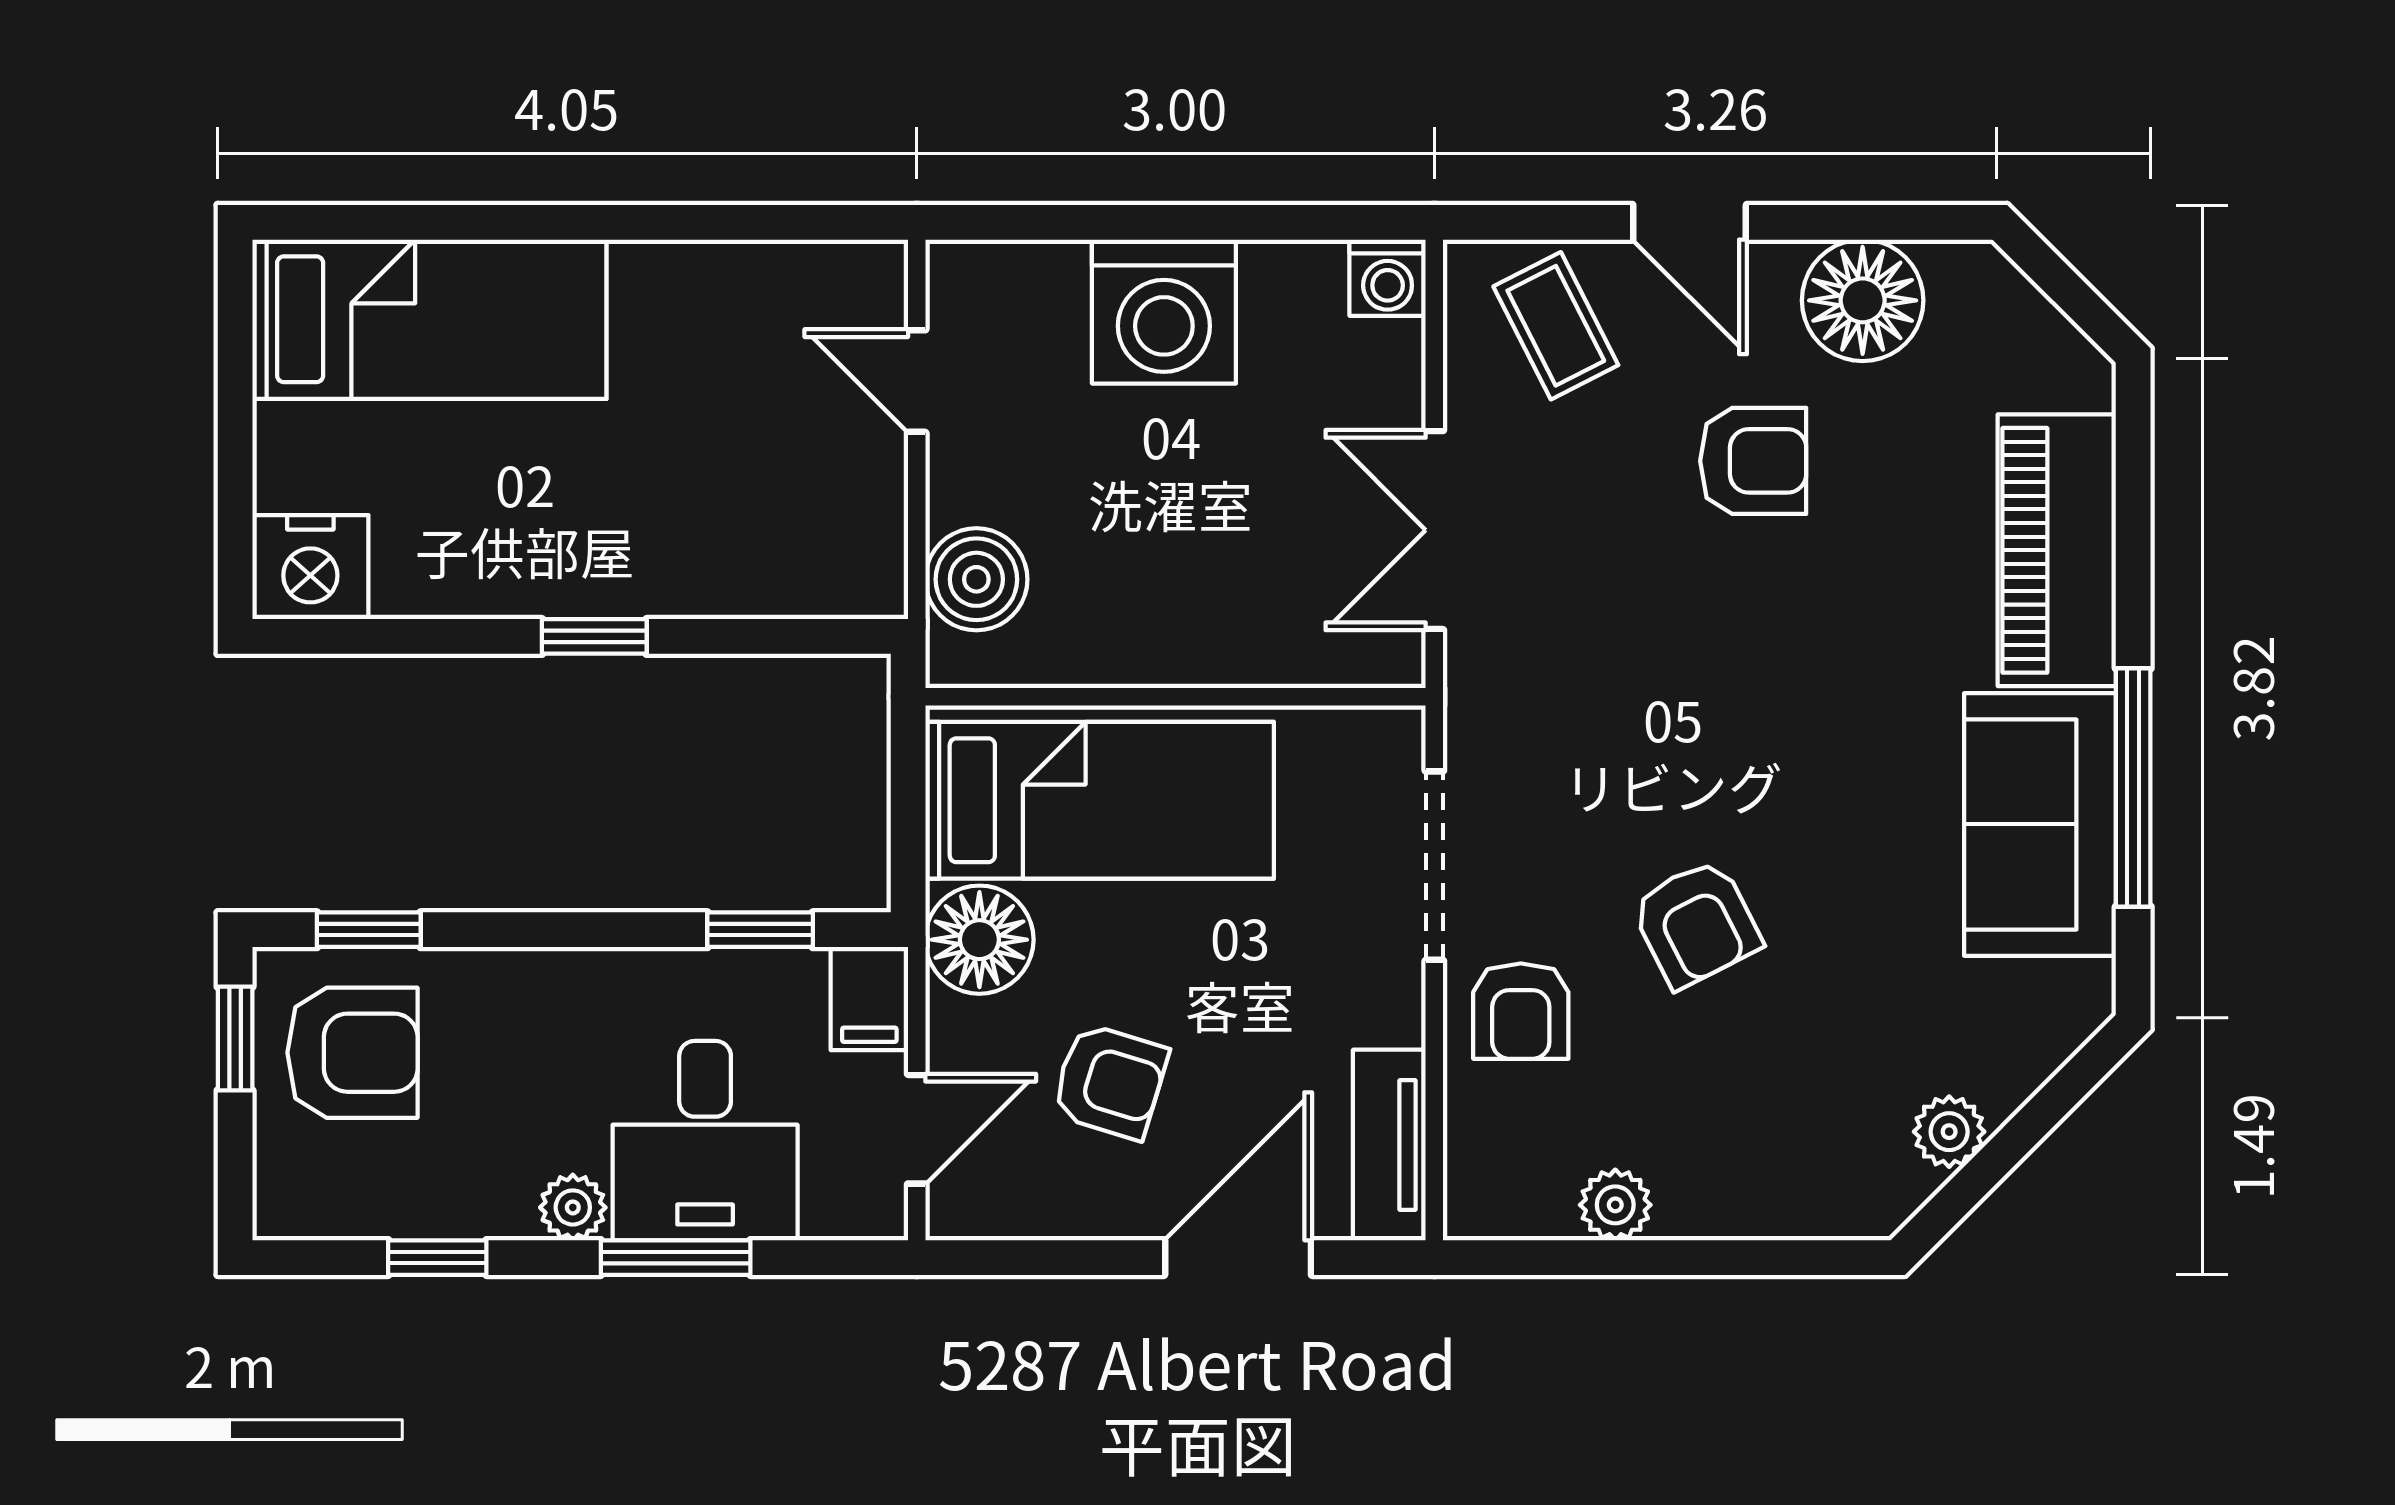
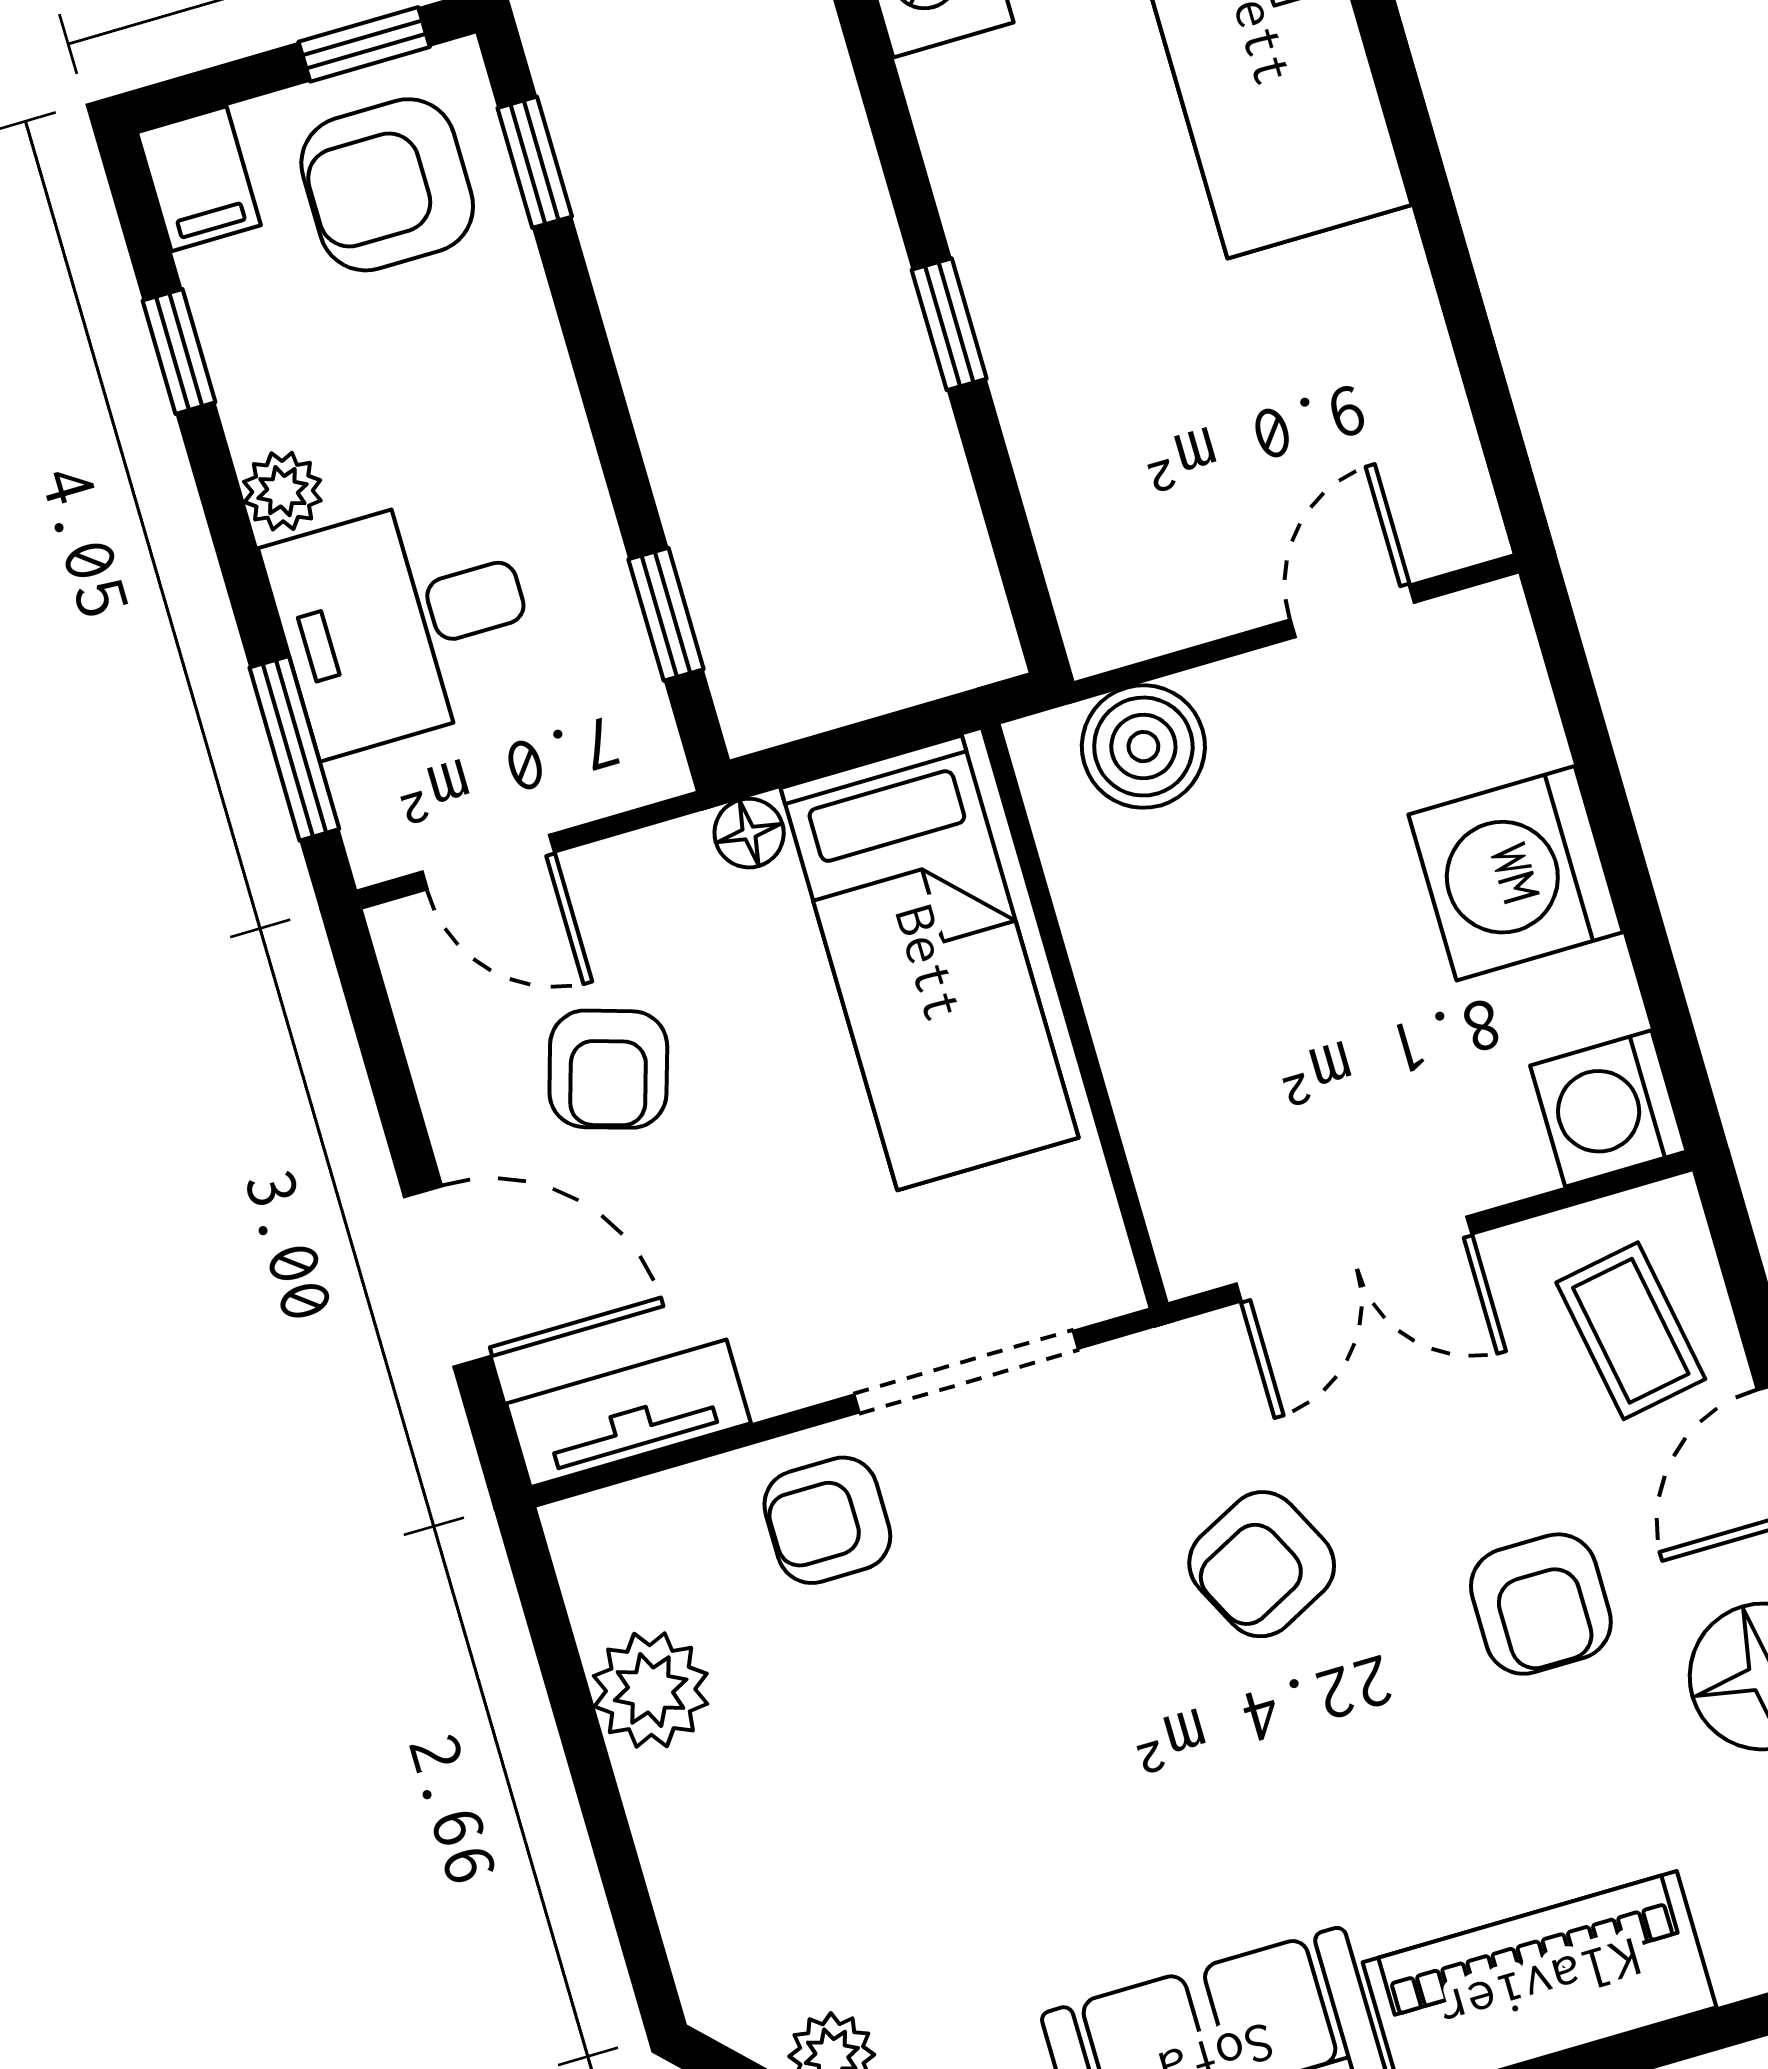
washing machine: (1388, 278) -> (1608, 1108), width x1.38, depth x1.38
coffee table: (1556, 326) -> (1631, 1331), turned -73
double door: (1434, 530) -> (1354, 1259), swing flipped
armchair: (1696, 924) -> (1262, 1564), moved
floor lamp: (979, 940) -> (749, 833), width x0.53, depth x0.53
filing cabinet: (869, 999) -> (199, 179), moved, turned -90
armchair: (353, 1053) -> (387, 185), turned 90
plant: (1615, 1205) -> (651, 1690), width x1.38, depth x1.38
window: (676, 1258) -> (294, 748), moved

